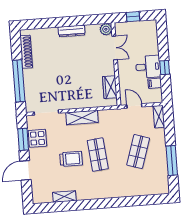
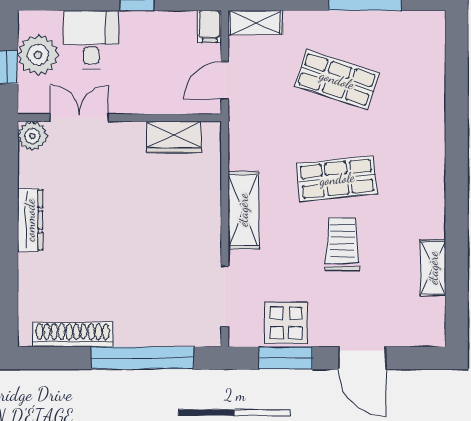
plant: (139, 29) -> (38, 55), added
desk: (148, 67) -> (91, 40), moved
filing cabinet: (155, 83) -> (209, 26), moved

